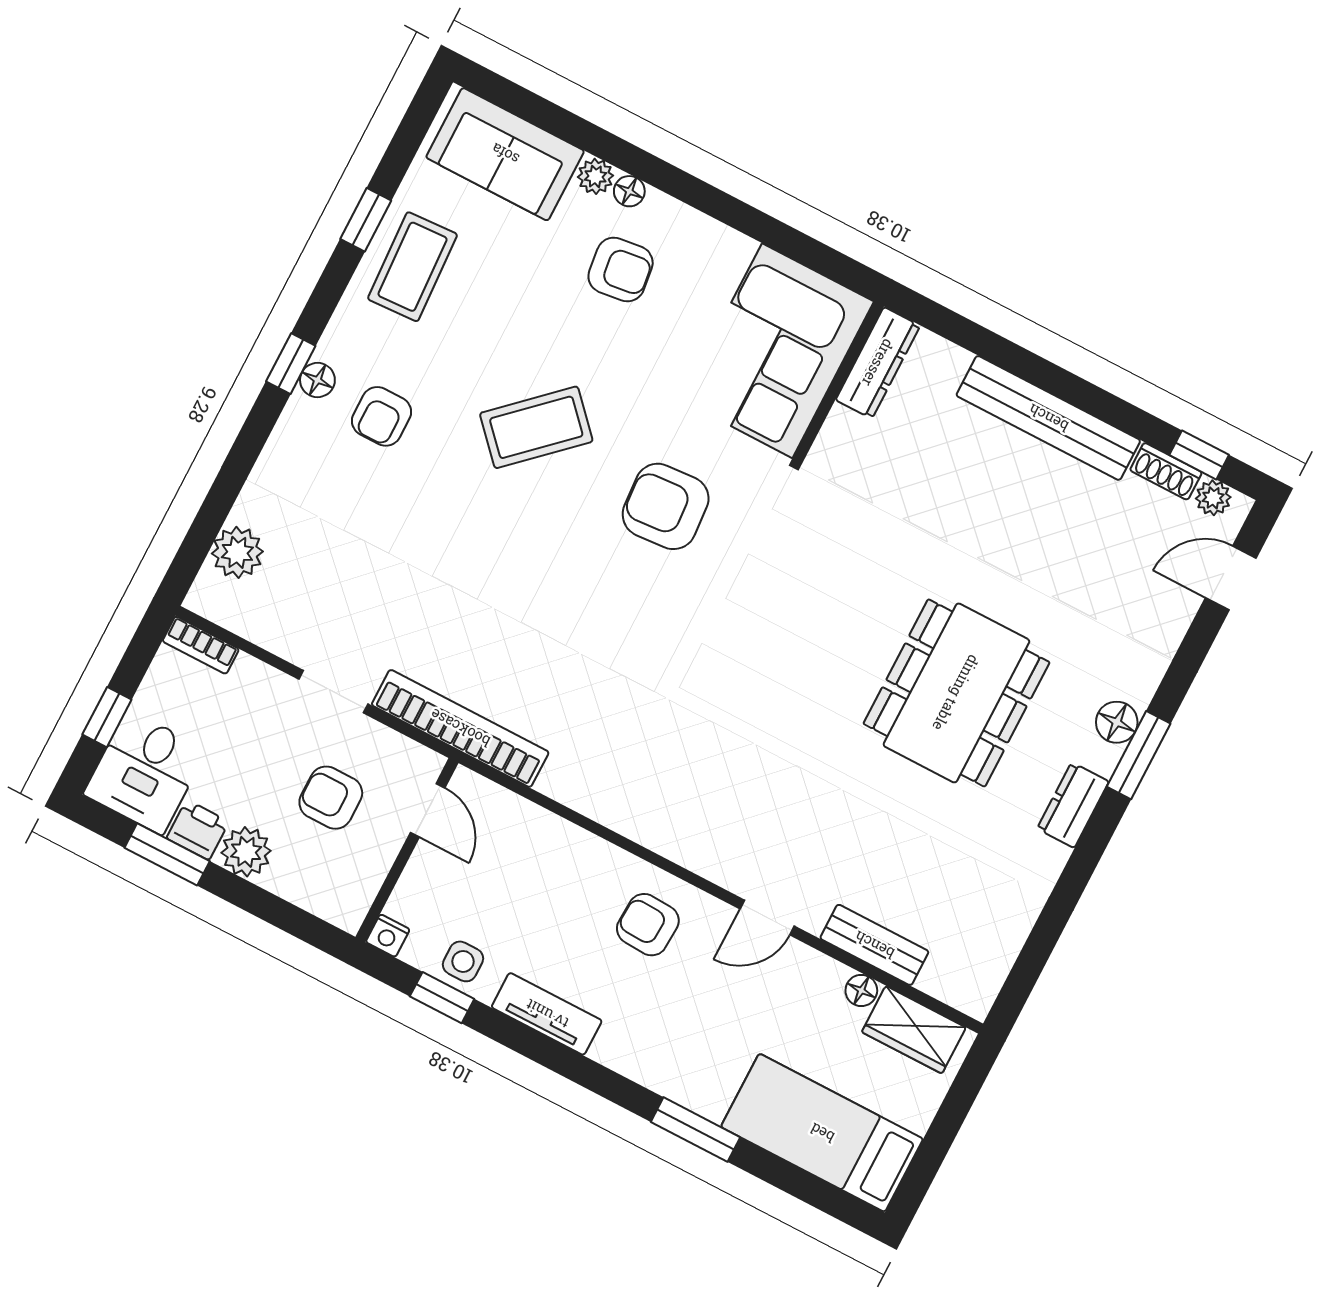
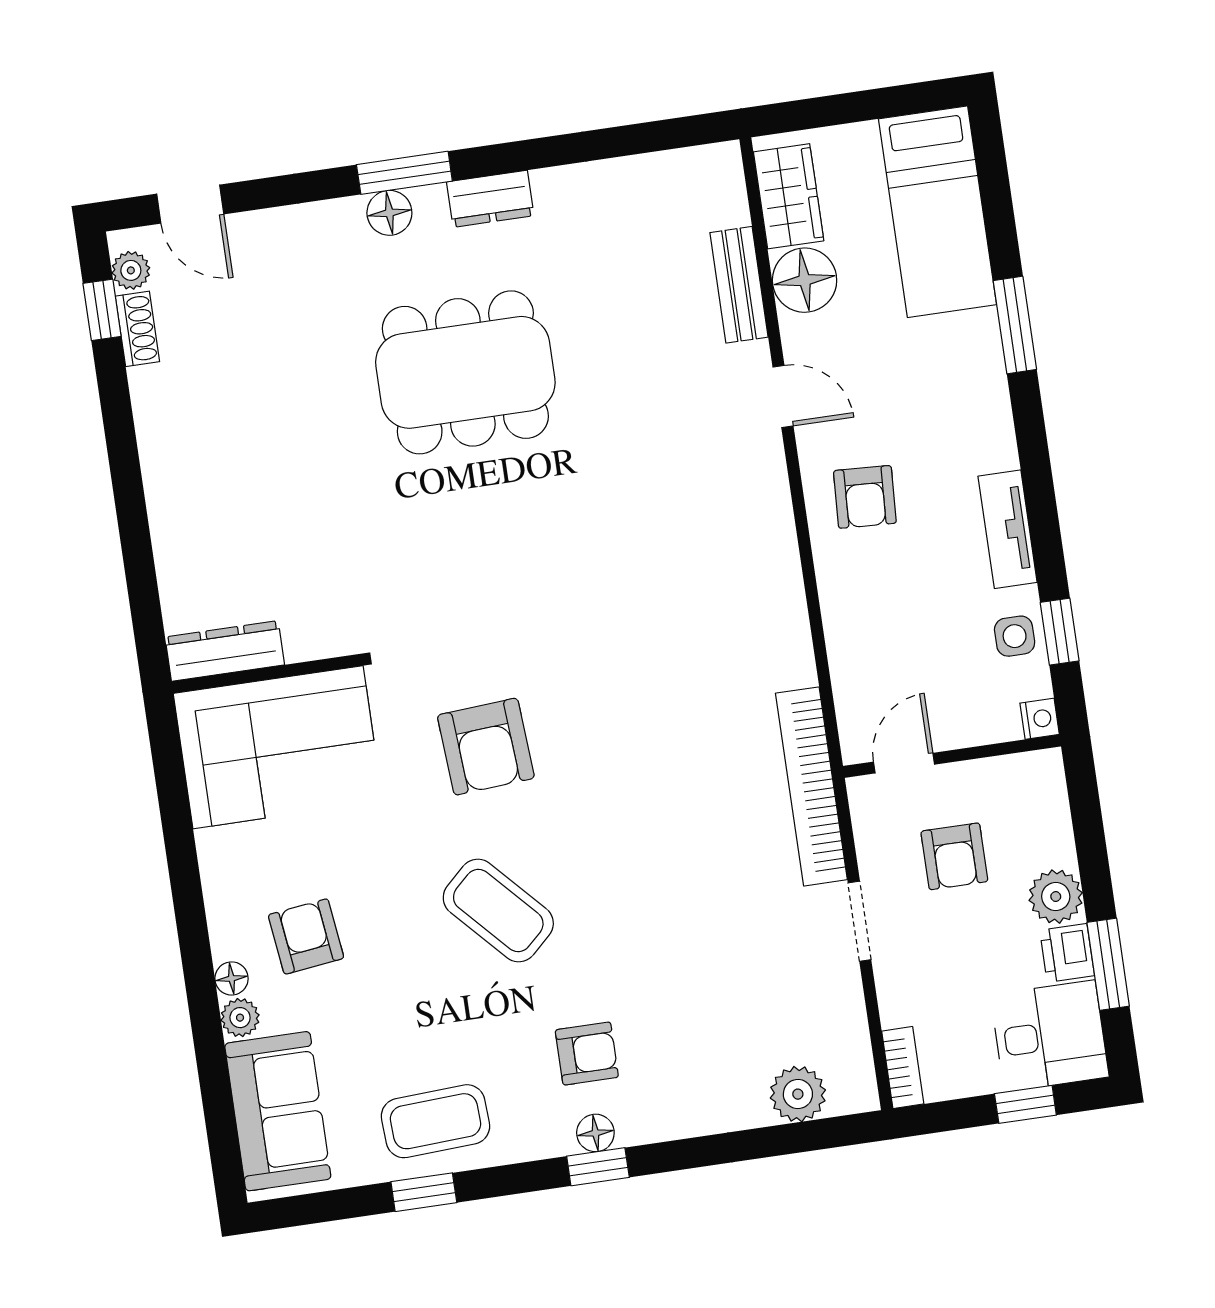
bench: (1048, 418) -> (165, 466), removed
floor lamp: (861, 990) -> (805, 280), width x1.89, depth x1.89

